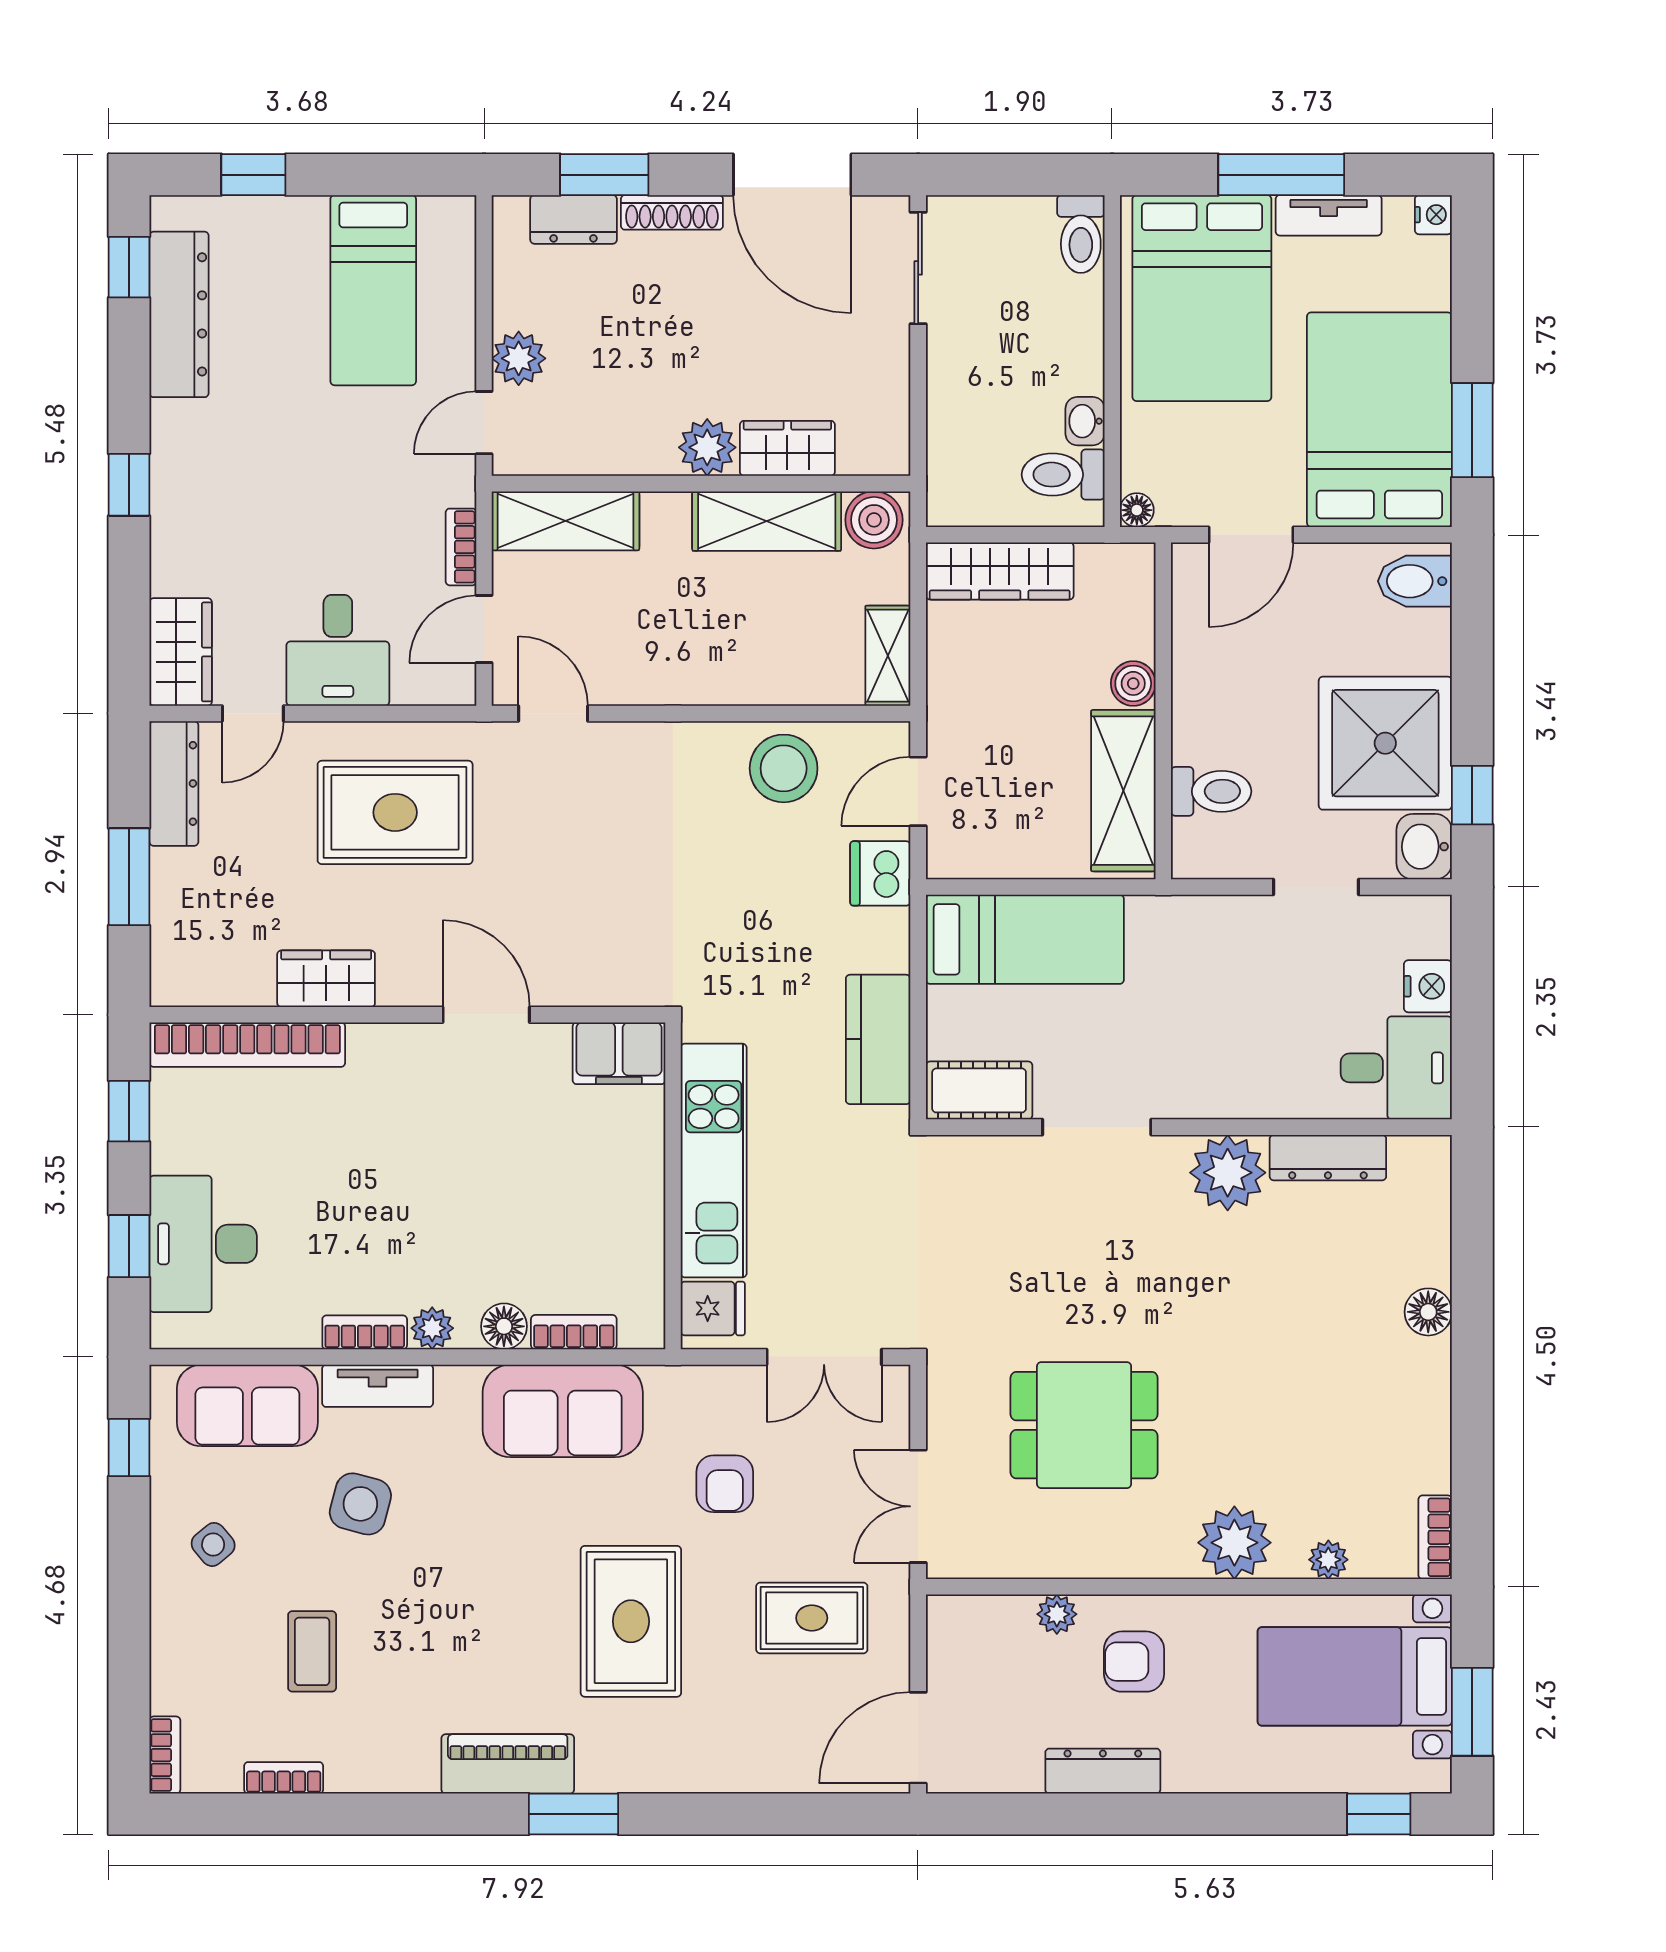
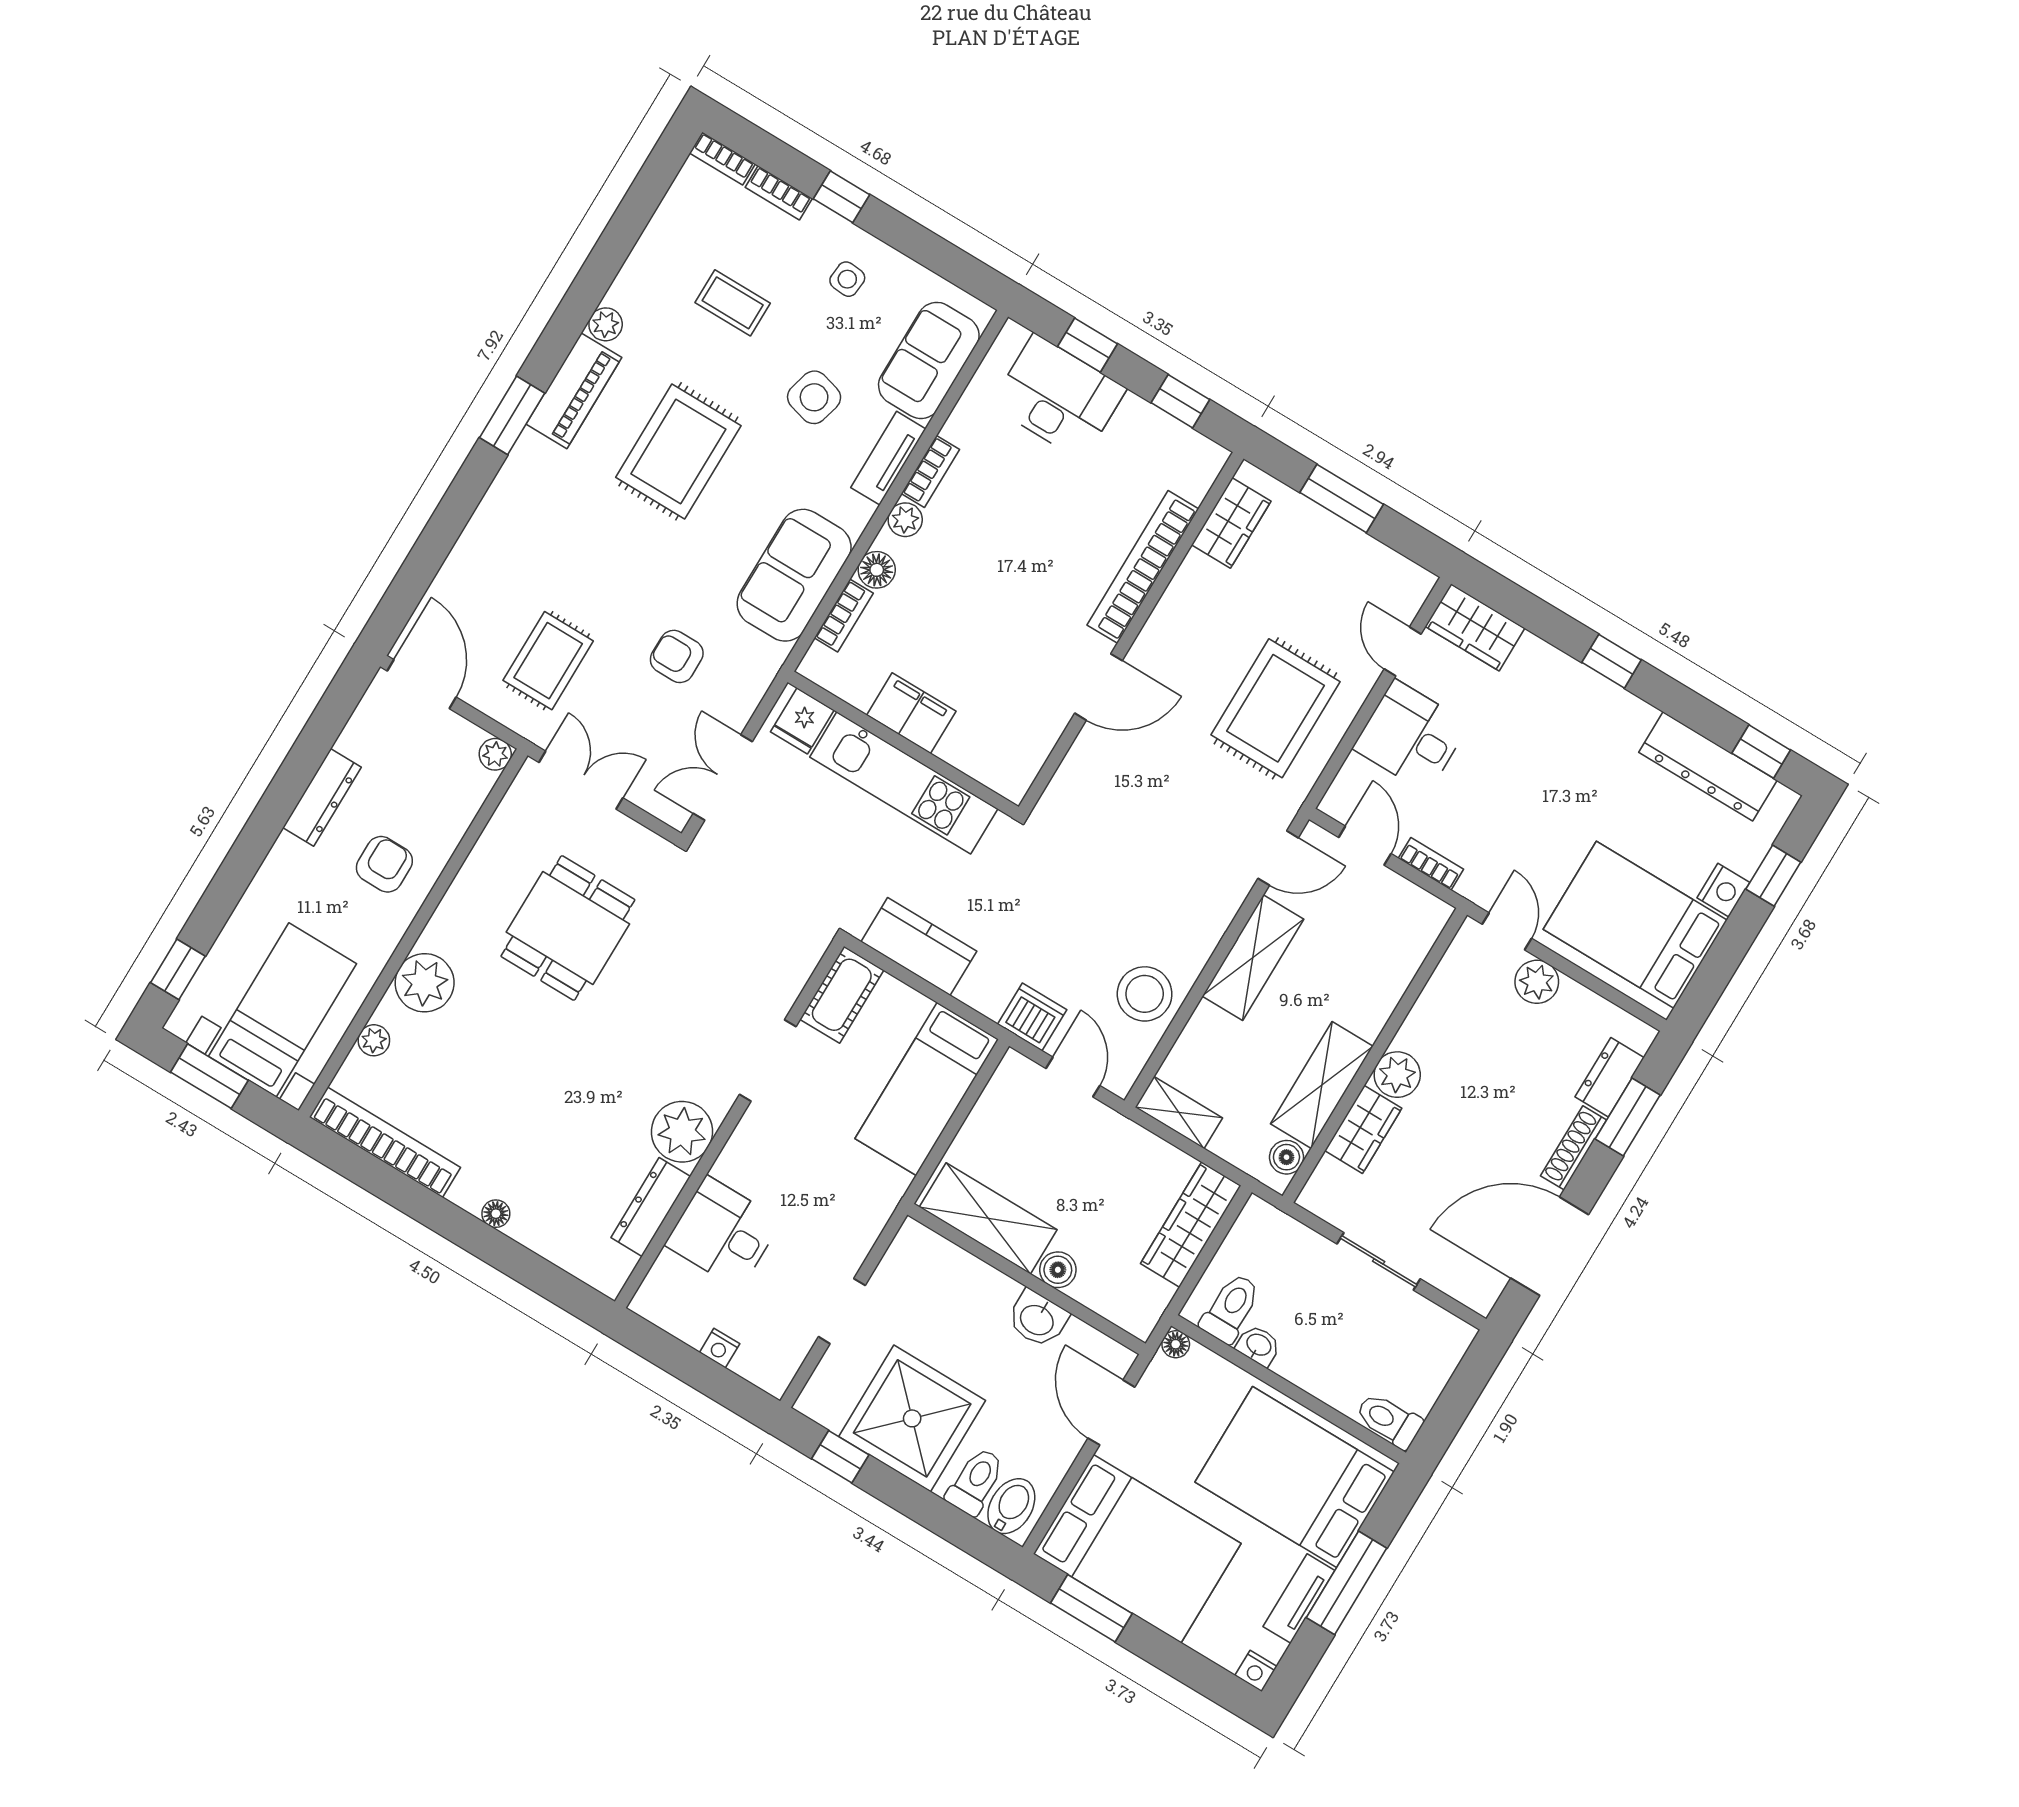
nightstand: (301, 218) -> (1723, 890), added
sliding door: (918, 268) -> (1379, 1261), moved
bed: (373, 290) -> (1635, 925), width x1.50
boiler: (874, 520) -> (1286, 1157), width x0.73, depth x0.73
shelving: (565, 521) -> (1253, 958), moved
dresser: (174, 783) -> (1387, 568), removed
toilet: (1211, 791) -> (975, 1481), moved, turned 180
washbasin: (1424, 847) -> (1038, 1319), moved, turned 180
wardrobe: (326, 979) -> (1231, 523), moved
nightstand: (1428, 986) -> (720, 1348), width x0.72, depth x0.74
bookcase: (247, 1045) -> (1143, 567), moved
filing cabinet: (619, 1053) -> (911, 713), moved, turned 90
desk: (1396, 1068) -> (723, 1233), moved, turned 90
floor lamp: (1428, 1312) -> (496, 1214), width x0.73, depth x0.73
window: (129, 1448) -> (842, 197), moved
bookcase: (1435, 1537) -> (385, 1142), width x2.31, depth x1.31
side table: (213, 1544) -> (847, 279), turned 45
plant: (1057, 1614) -> (495, 754), moved
rug: (631, 1621) -> (678, 451), moved, turned 90
plant: (417, 1773) -> (606, 324), added
bookcase: (284, 1778) -> (779, 193), moved, turned 90

